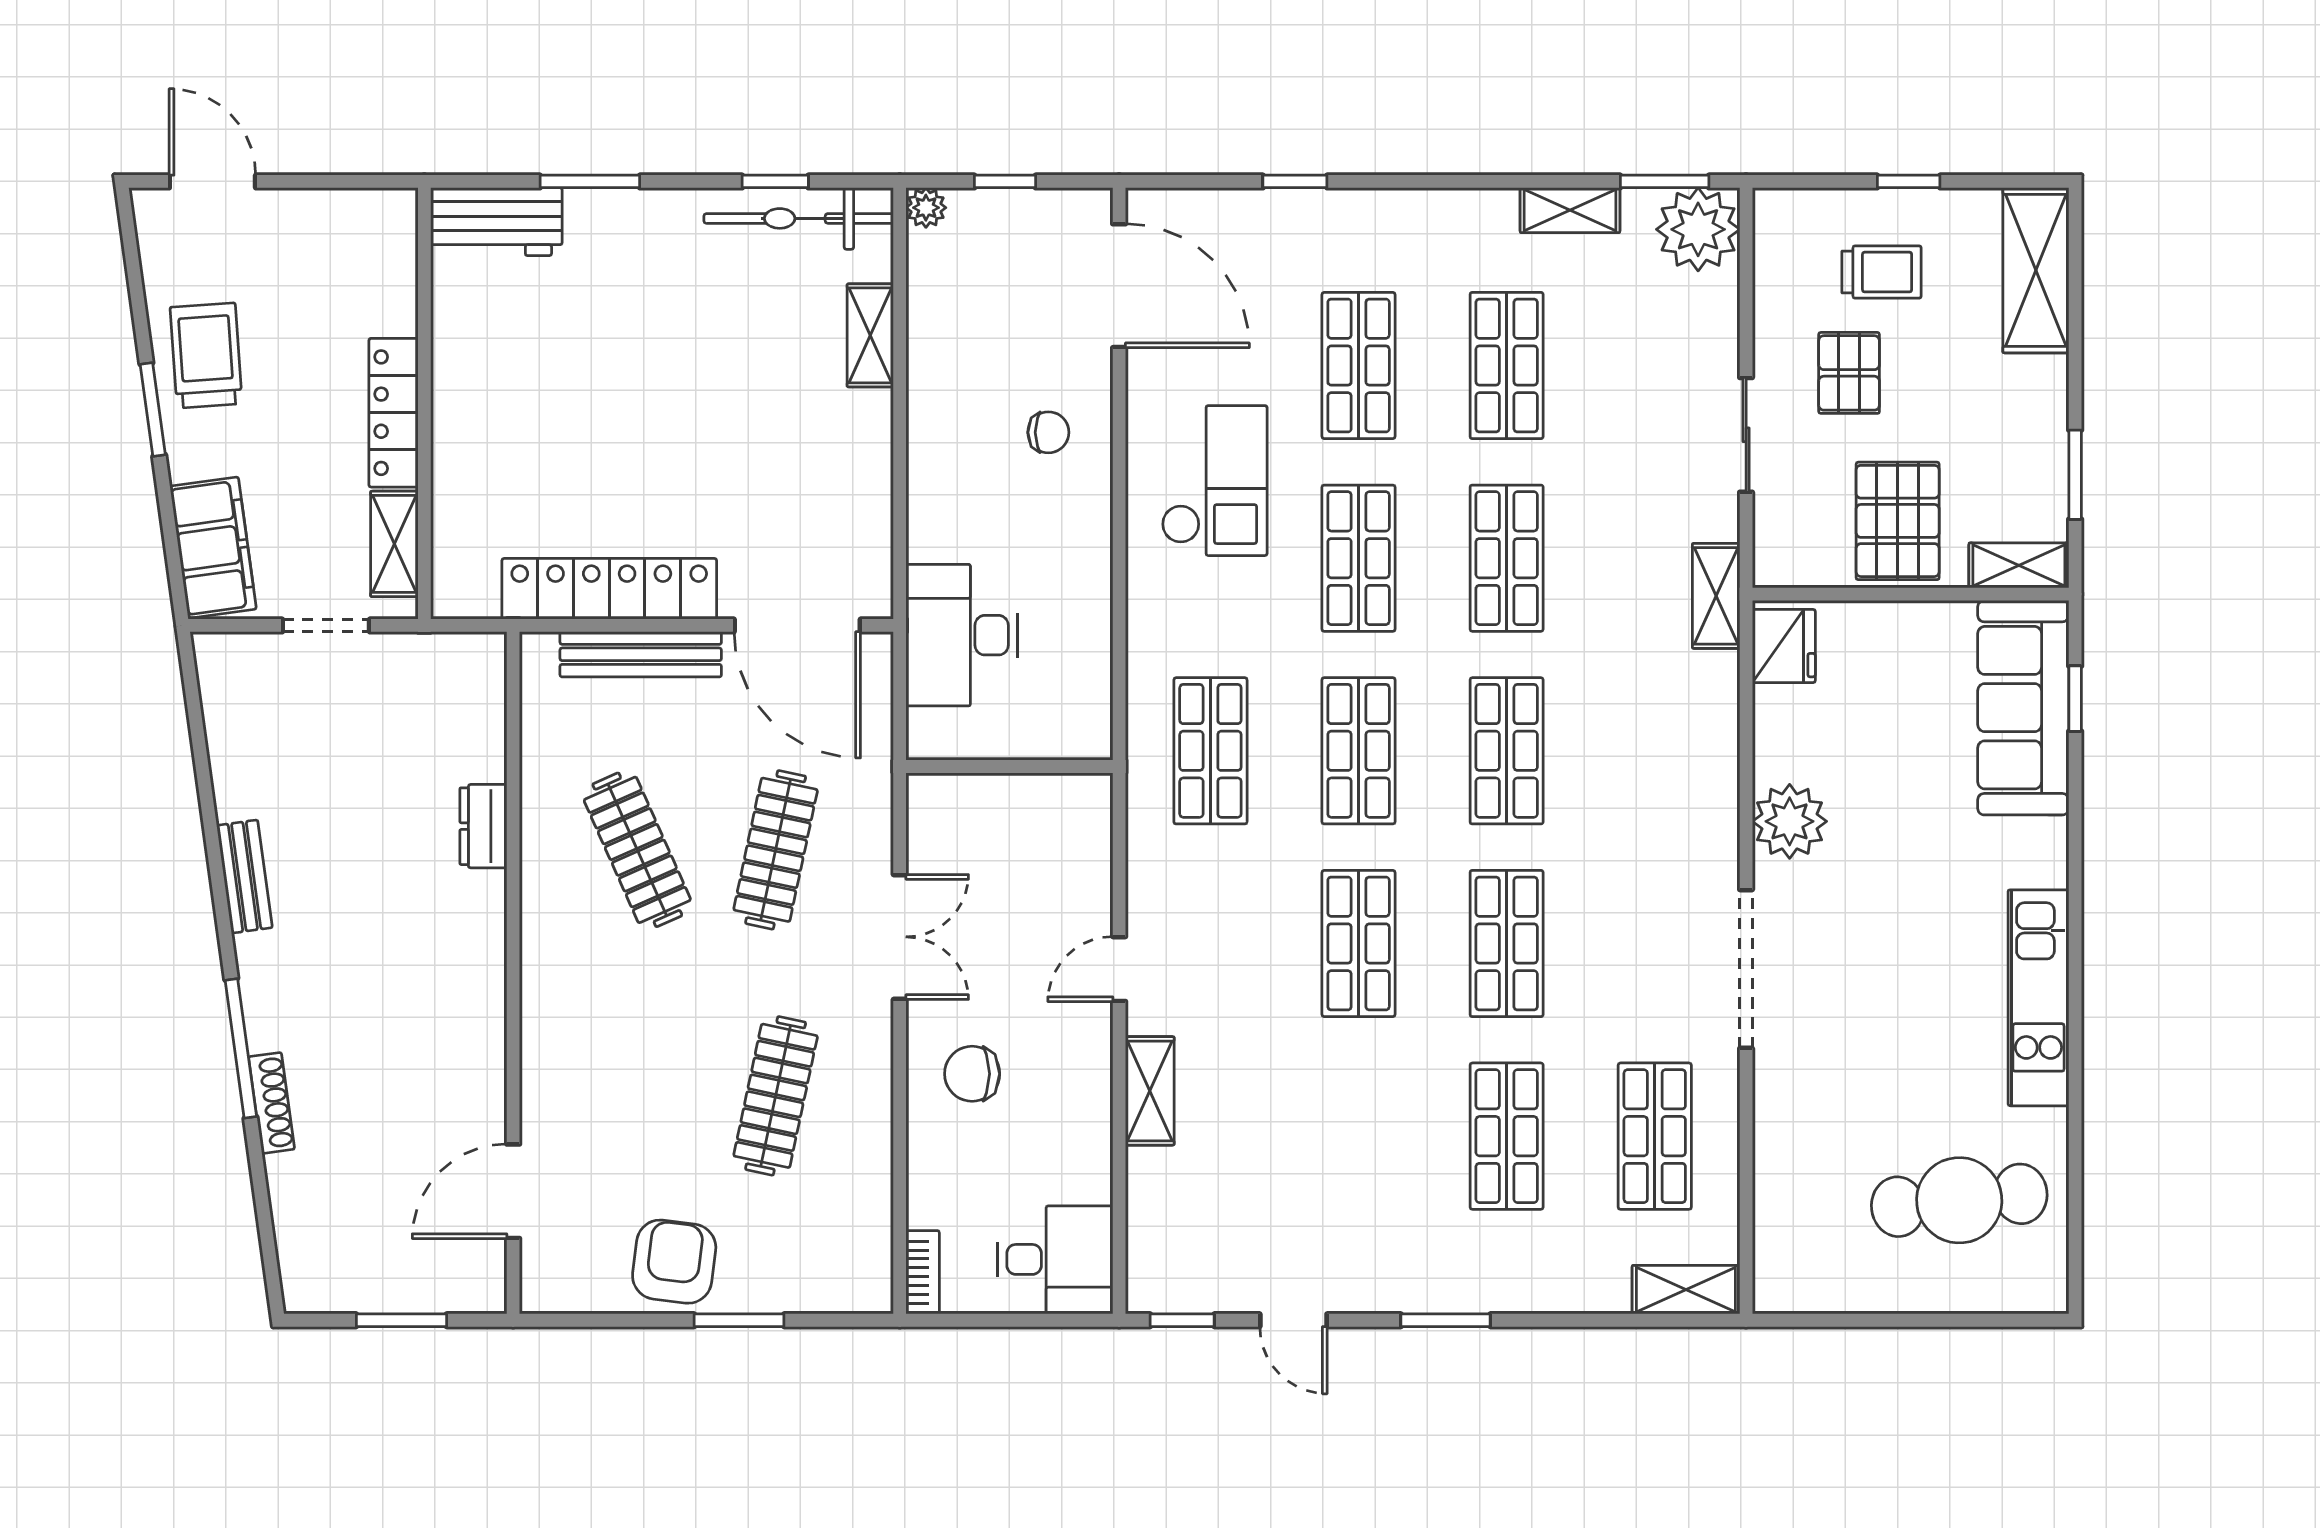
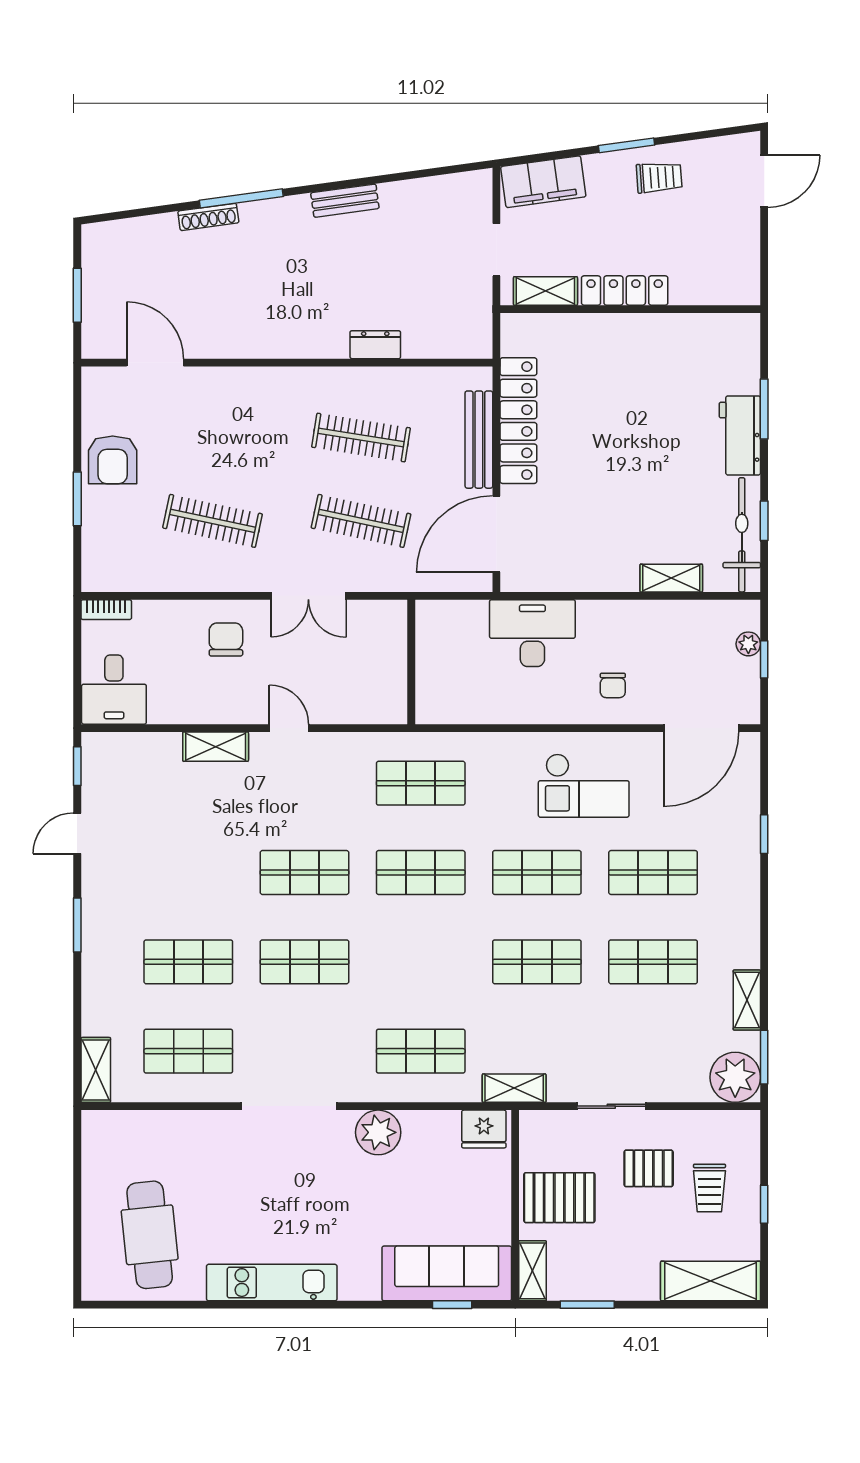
plant: (926, 208) -> (748, 644), moved
workbench: (496, 222) -> (740, 435), moved
trolley: (206, 355) -> (659, 177), width x0.73, depth x0.72
desk: (962, 635) -> (532, 633), moved
shop shelf: (1507, 751) -> (421, 1051), moved
clothes rail: (637, 850) -> (361, 438), turned 33
armchair: (674, 1262) -> (113, 460), turned 83

